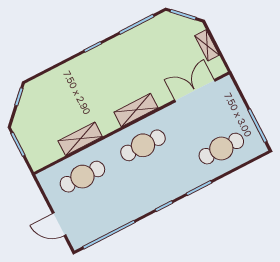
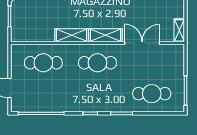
shelving: (207, 45) -> (179, 30), moved
double door: (195, 91) -> (142, 43), moved
shelving: (80, 139) -> (72, 35), moved

